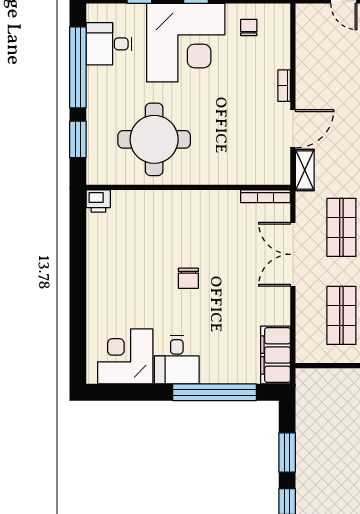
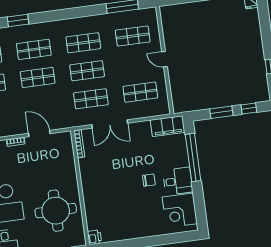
shelving: (305, 170) -> (61, 124), removed
chair: (188, 278) -> (149, 180), moved

